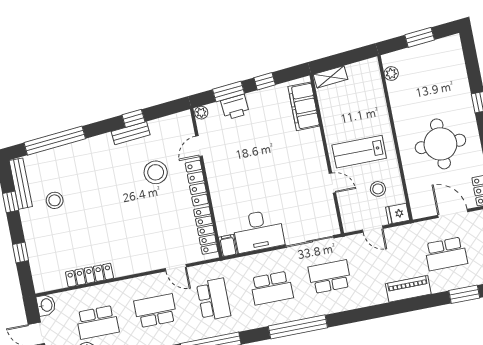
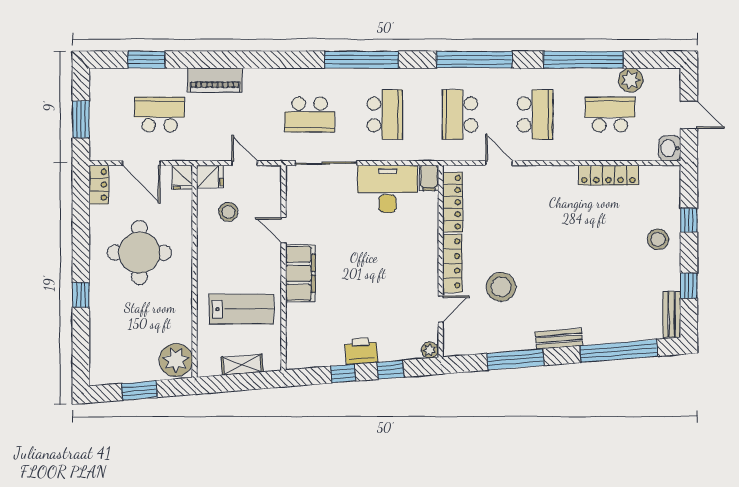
plant: (391, 74) -> (176, 360), width x1.88, depth x1.88
shelving: (331, 77) -> (242, 365), moved
window: (228, 91) -> (391, 370), width x0.67
filing cabinet: (304, 106) -> (300, 273), moved
printer: (235, 107) -> (361, 351), moved
window: (133, 118) -> (515, 359), width x2.17
bench: (131, 133) -> (559, 339), moved
lab bench: (359, 152) -> (241, 309), moved
bench: (21, 184) -> (672, 314), width x0.73
stool: (55, 200) -> (658, 239), moved
fridge: (419, 209) -> (182, 177), added
school desk: (272, 288) -> (385, 114), turned 90
school desk: (155, 311) -> (535, 114), turned -90

